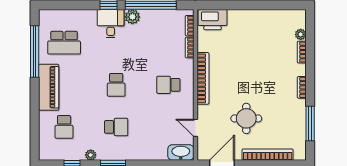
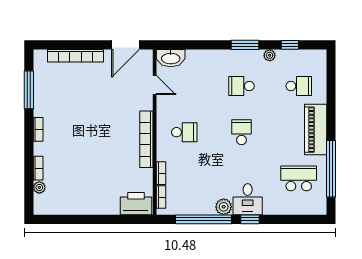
round table: (246, 118) -> (99, 95), removed
school desk: (64, 127) -> (299, 86), turned 90

